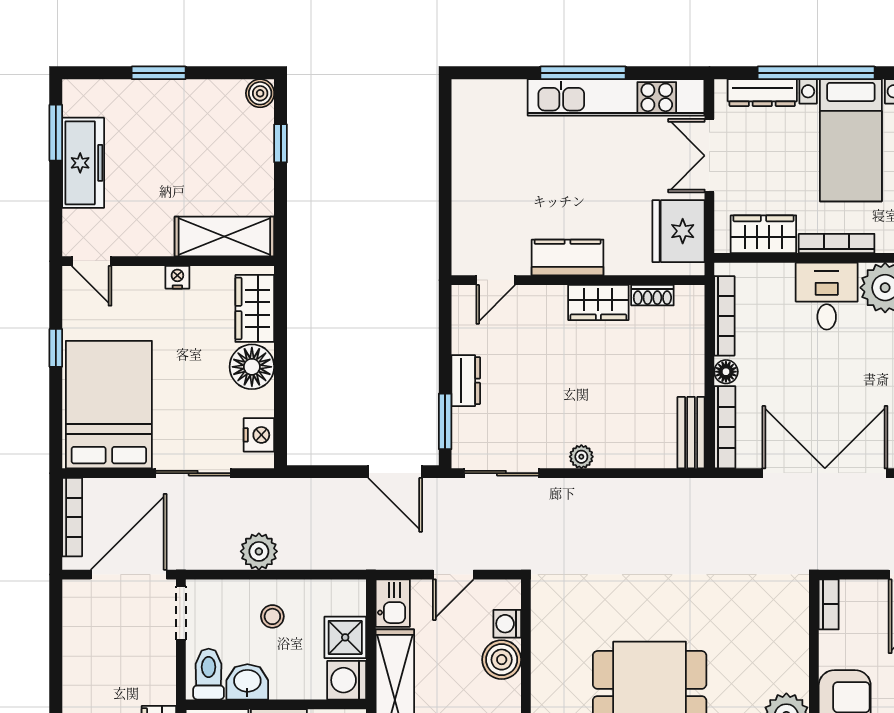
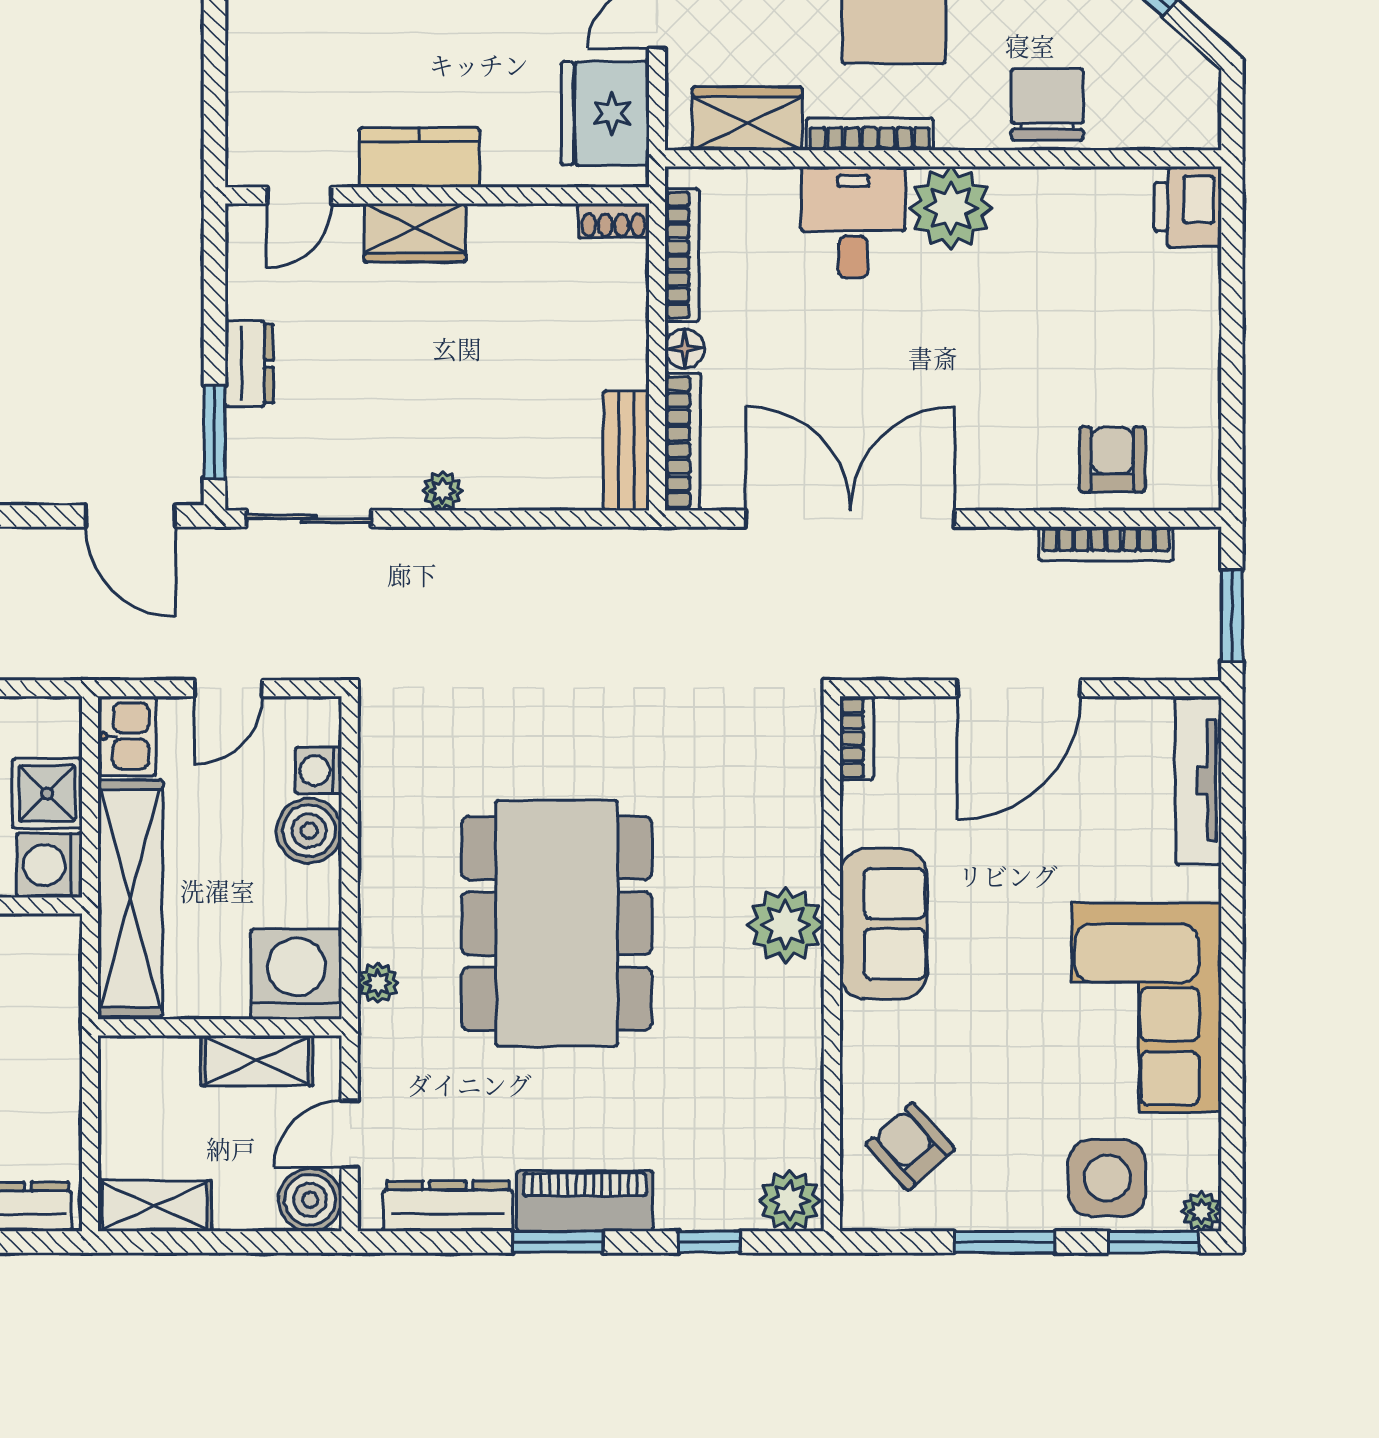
shoe rack: (652, 295) -> (613, 221), moved
wardrobe: (598, 302) -> (415, 233), moved

